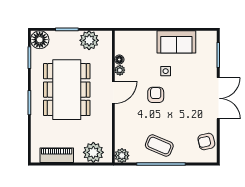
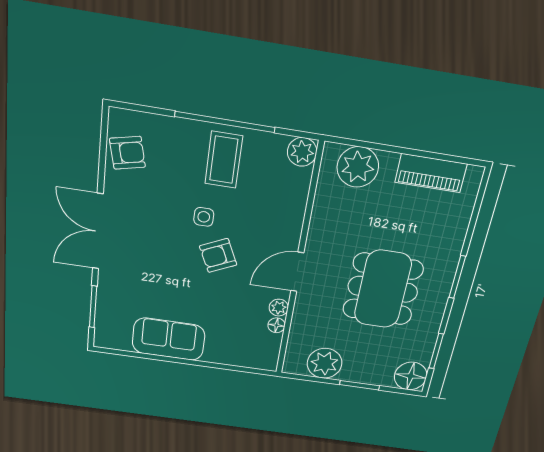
side table: (166, 71) -> (204, 217), moved
dining table: (67, 90) -> (383, 289), width x0.73, depth x0.80
armchair: (156, 95) -> (218, 256), turned 65
coffee table: (159, 145) -> (224, 160), turned 67

